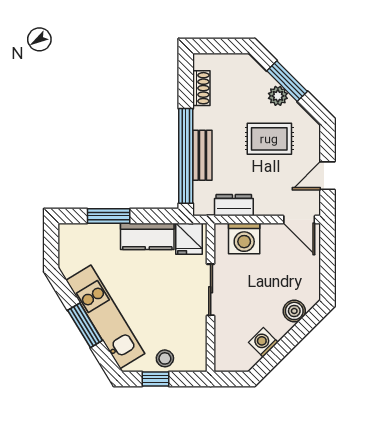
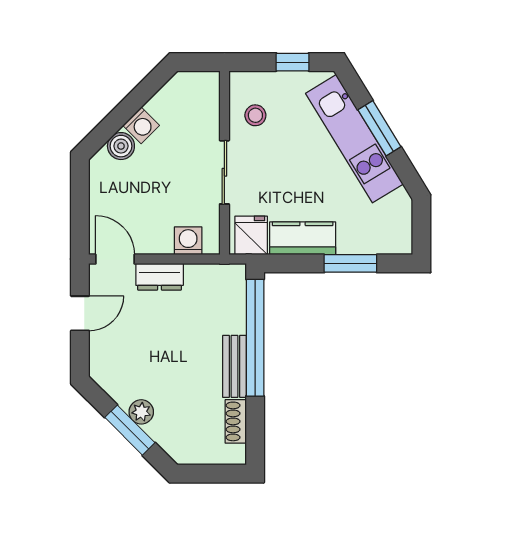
rug: (269, 139) -> (152, 359), removed
bench: (202, 155) -> (235, 366), moved
dresser: (234, 205) -> (160, 277), moved
washing machine: (244, 239) -> (188, 241), width x0.73, depth x0.73
washing machine: (263, 342) -> (141, 125), moved
stool: (165, 358) -> (255, 115), moved

